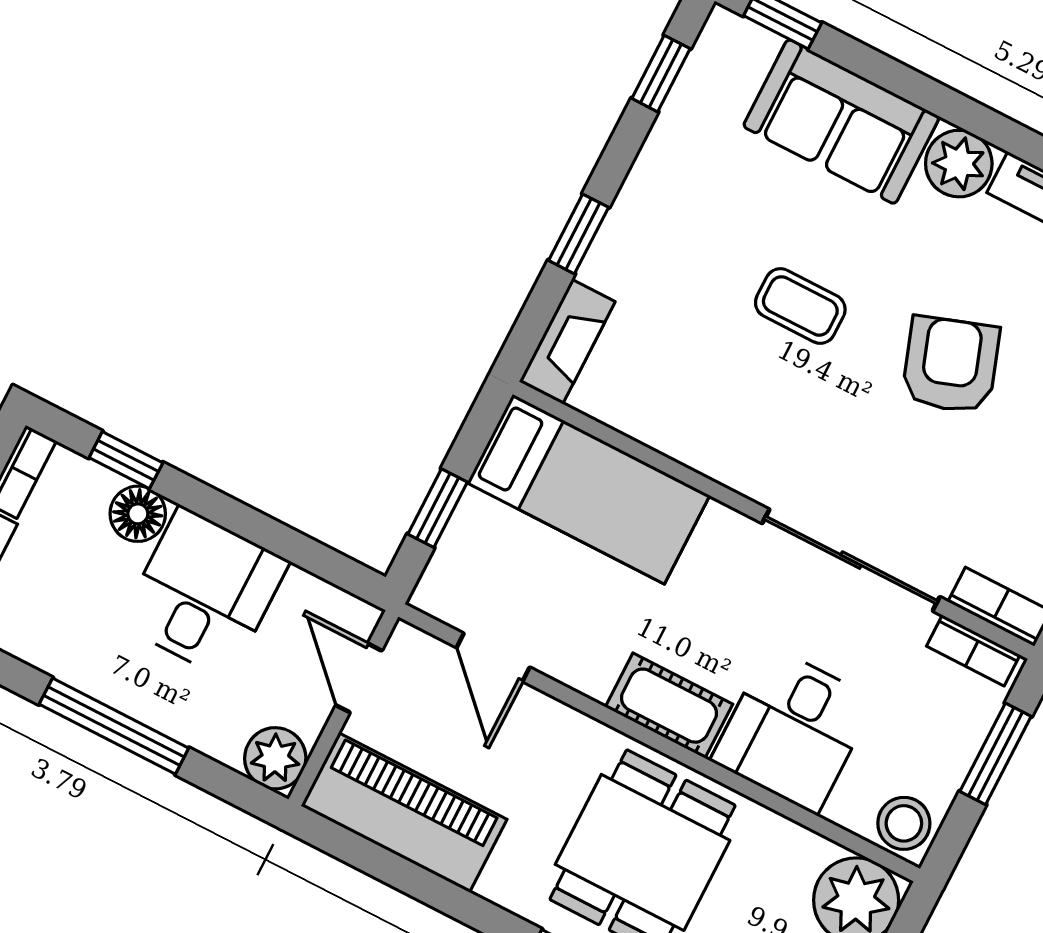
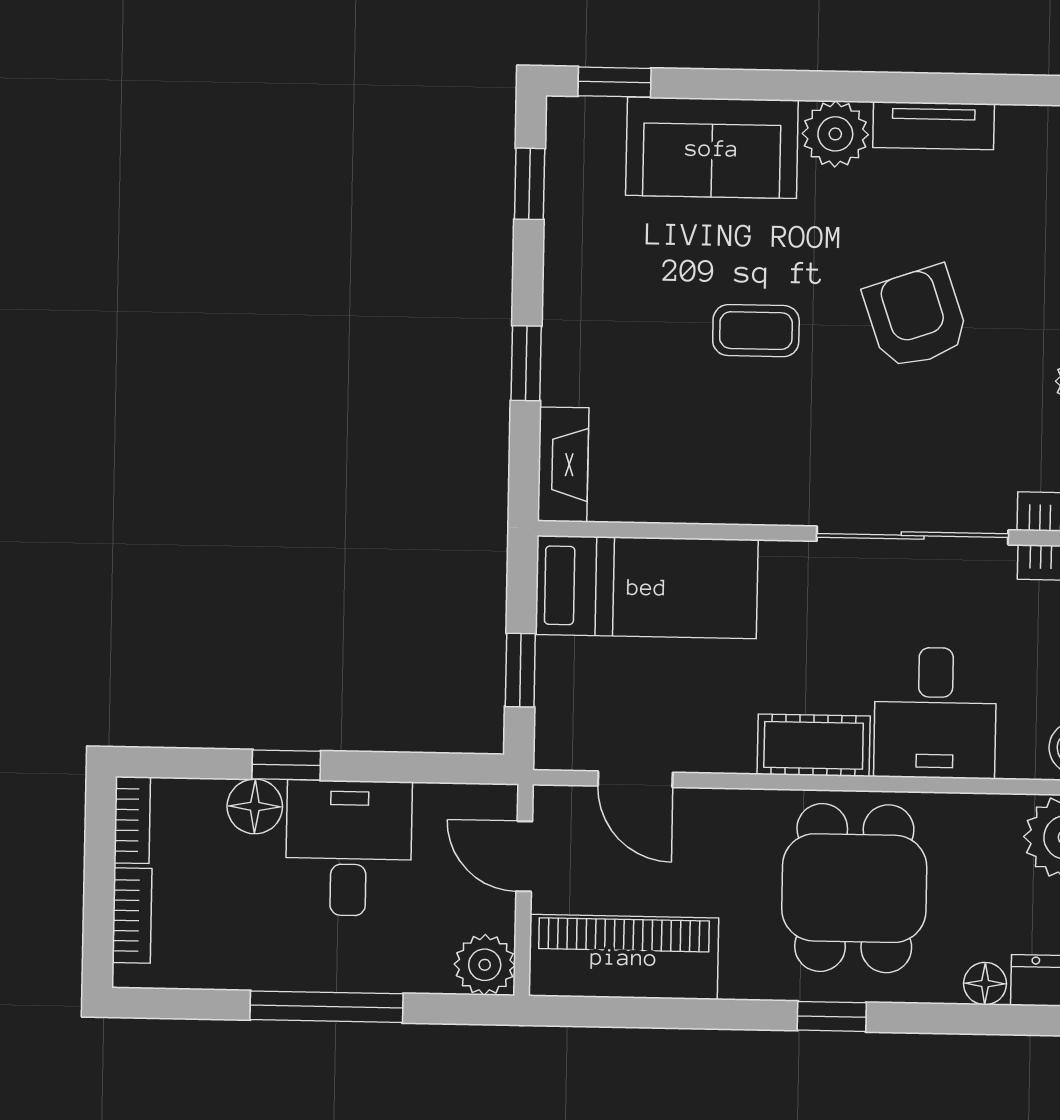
window: (126, 460) -> (286, 765), moved

